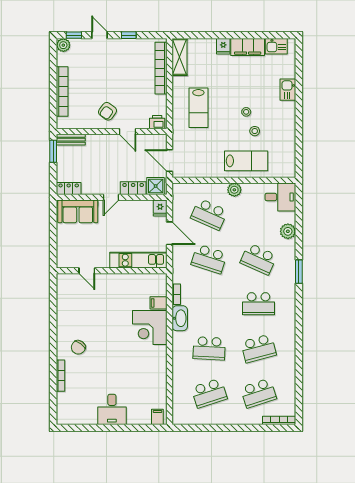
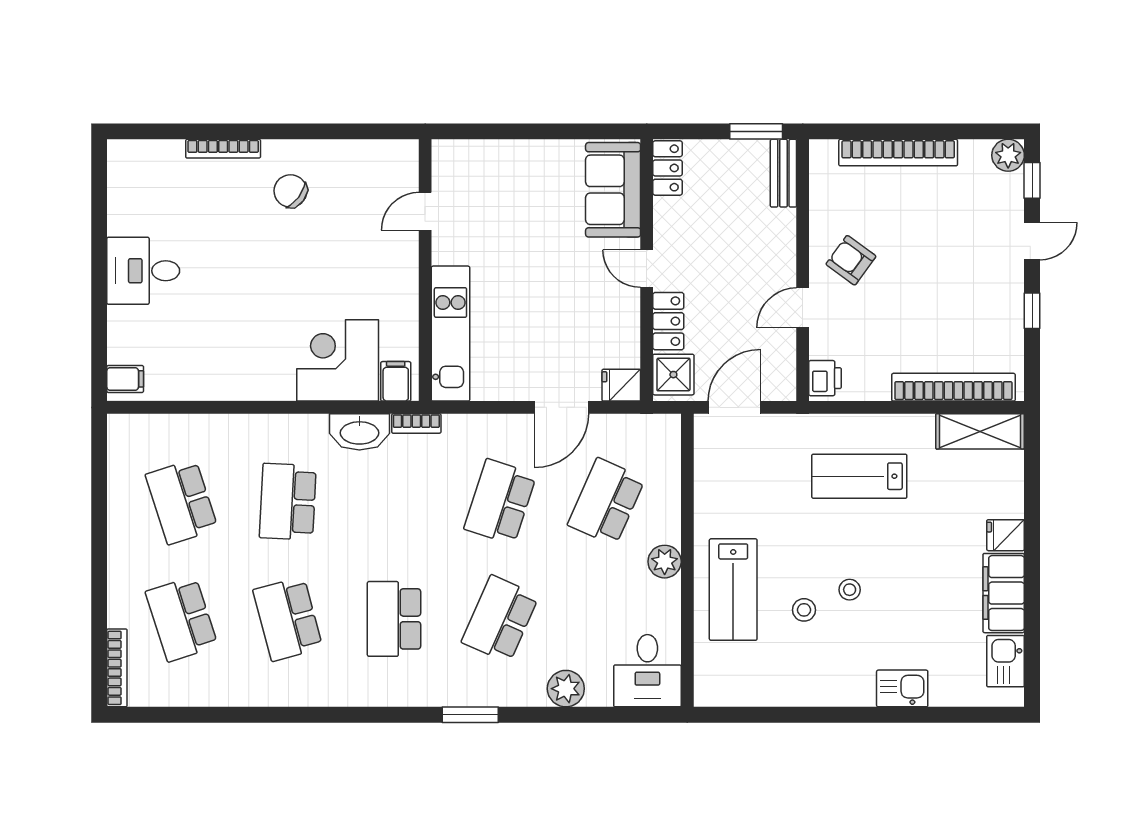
kitchen unit: (138, 260) -> (450, 334), moved
door: (87, 271) -> (425, 211), moved
wall: (112, 271) -> (425, 270), moved

